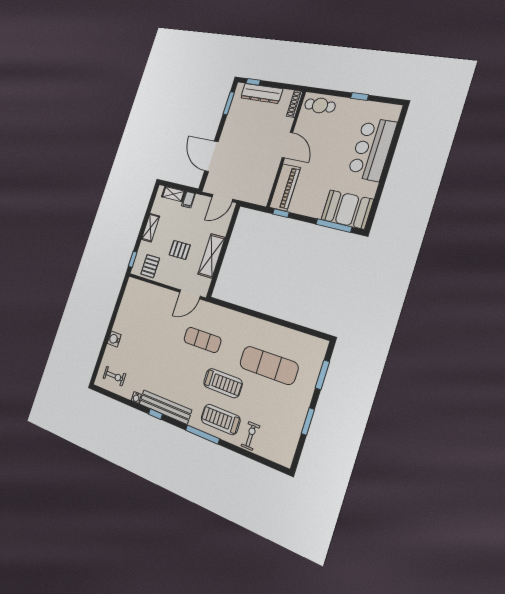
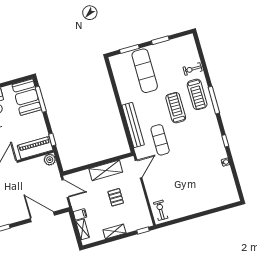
door: (211, 156) -> (42, 217), swing flipped
plant: (262, 198) -> (50, 160), added
pallet: (150, 266) -> (139, 213), removed
door: (190, 294) -> (139, 169), hinge flipped
water cooler: (114, 339) -> (202, 206), removed
exercise mat: (269, 365) -> (145, 71), moved
exercise bike: (114, 376) -> (161, 210), moved
bench: (165, 407) -> (133, 125), moved

